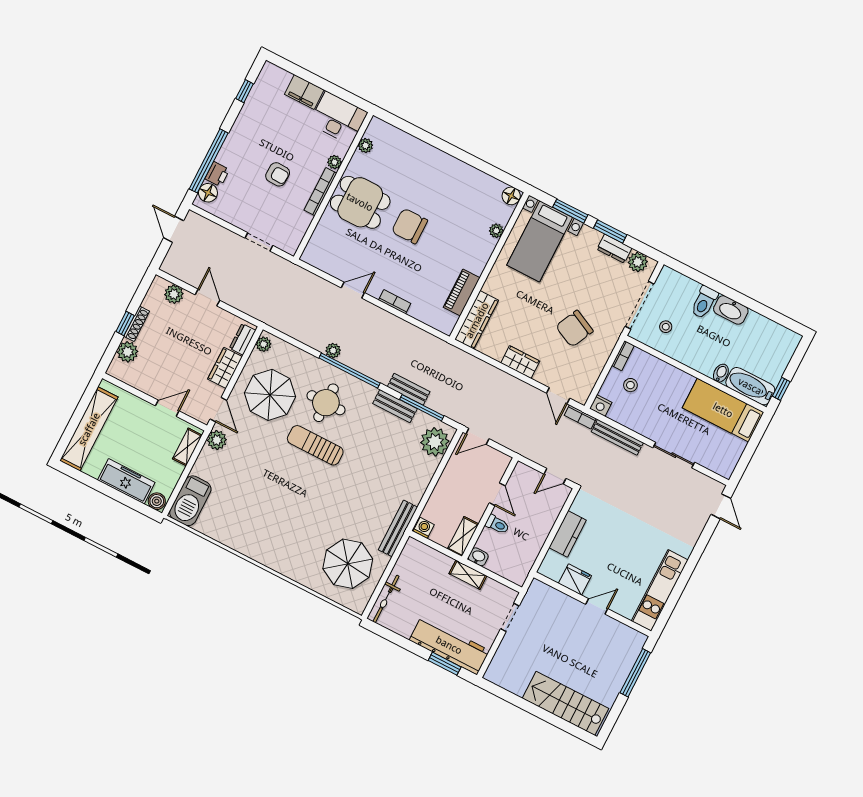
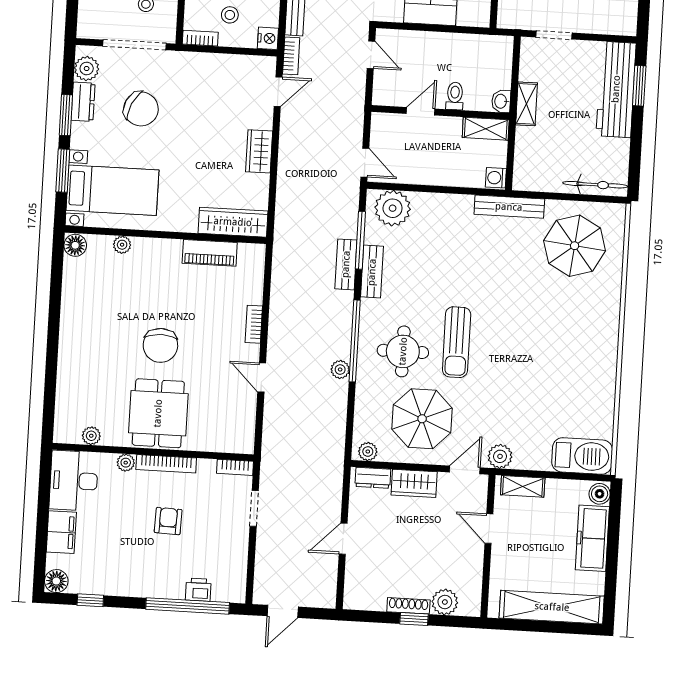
floor lamp: (208, 193) -> (56, 581), moved
bookcase: (295, 241) -> (235, 467), added
plant: (174, 294) -> (356, 578), removed
chair: (574, 329) -> (141, 109), moved

